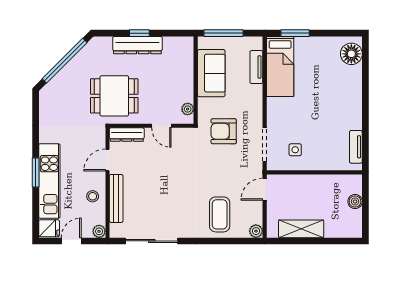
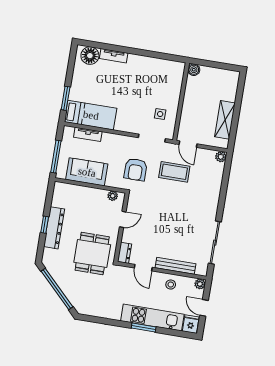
dresser: (127, 135) -> (124, 253), width x0.70
tv unit: (356, 147) -> (114, 56), moved
boiler: (355, 201) -> (194, 70), moved
coffee table: (220, 214) -> (174, 172), moved

